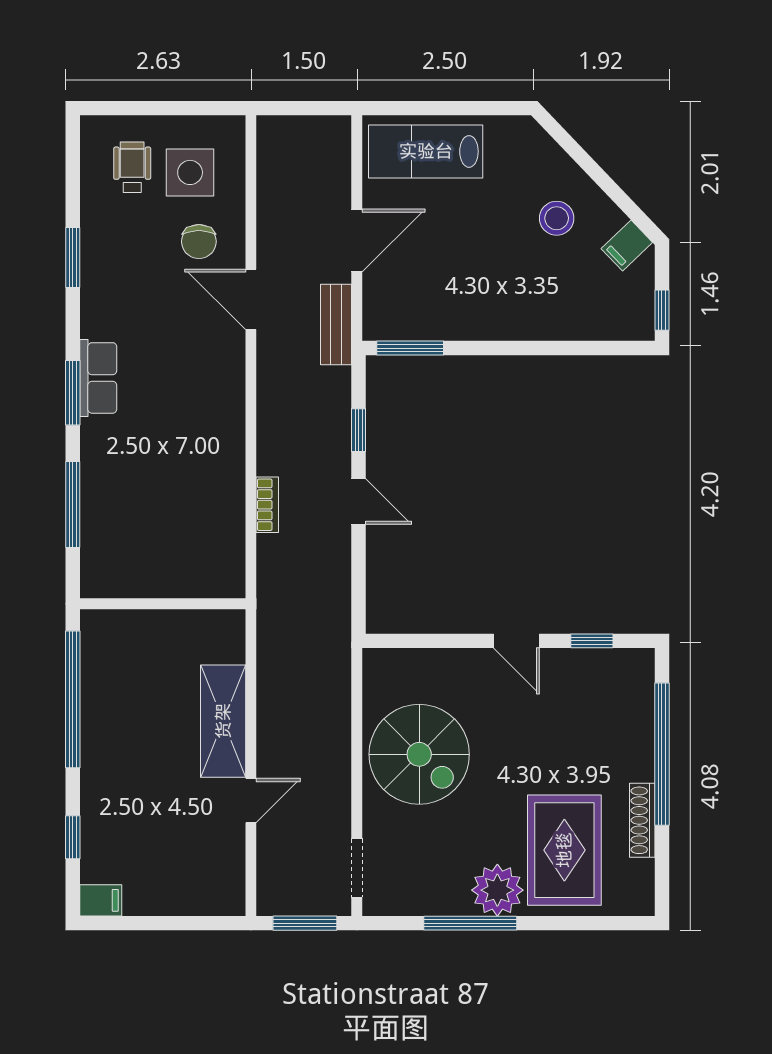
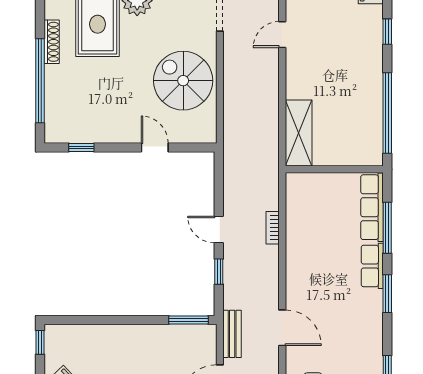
door: (251, 299) -> (282, 328), moved
row of seats: (98, 378) -> (372, 266), moved
row of seats: (99, 539) -> (372, 207), added
door: (516, 641) -> (155, 147), moved
shelving: (223, 721) -> (299, 133), moved
door: (251, 800) -> (282, 35), moved

